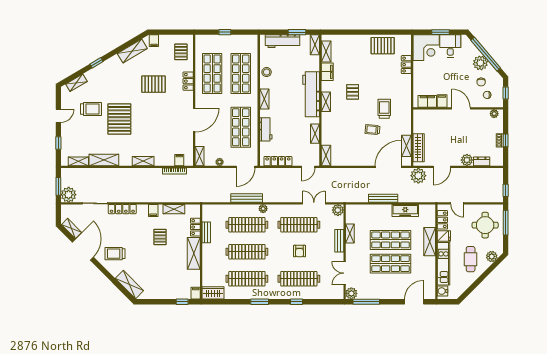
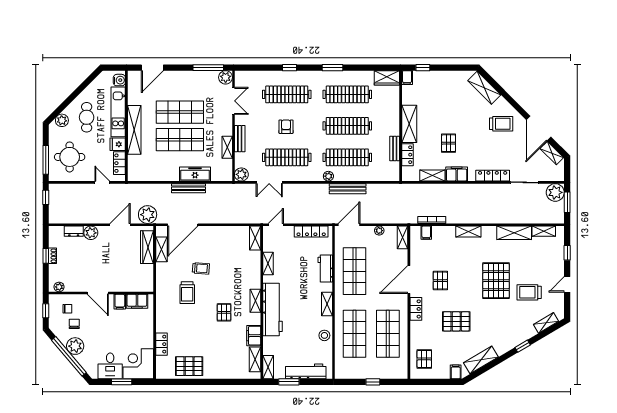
locker: (188, 81) -> (416, 309), moved
pallet: (167, 119) -> (440, 281), added
filing cabinet: (153, 210) -> (457, 174), width x2.00
freezer: (405, 210) -> (195, 174), moved
shelving: (430, 242) -> (134, 130), width x1.47

